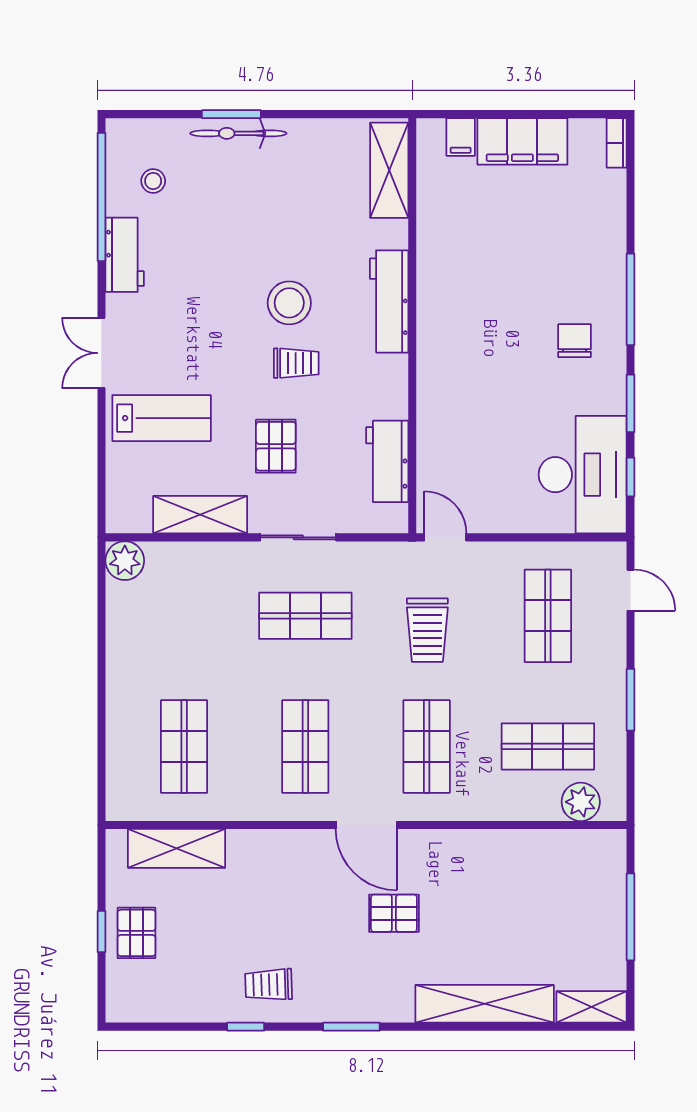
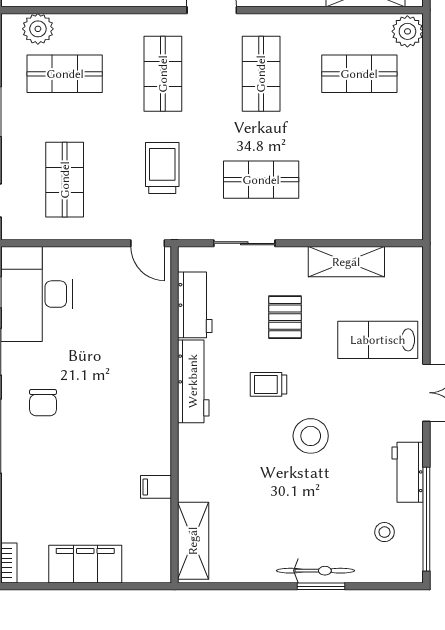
filing cabinet: (461, 137) -> (156, 487), moved, turned -90
workbench: (389, 301) -> (193, 381), moved
stool: (289, 303) -> (311, 436), moved
sliding door: (298, 537) -> (244, 243), moved
plant: (125, 561) -> (407, 31), moved
shop shelf: (184, 746) -> (359, 74), turned 90

